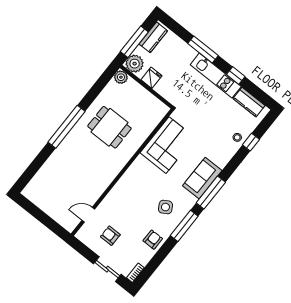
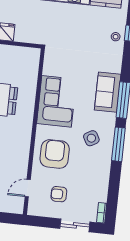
corner sofa: (167, 145) -> (57, 101), moved
armchair: (153, 240) -> (55, 154), moved, width x1.88, depth x1.88

